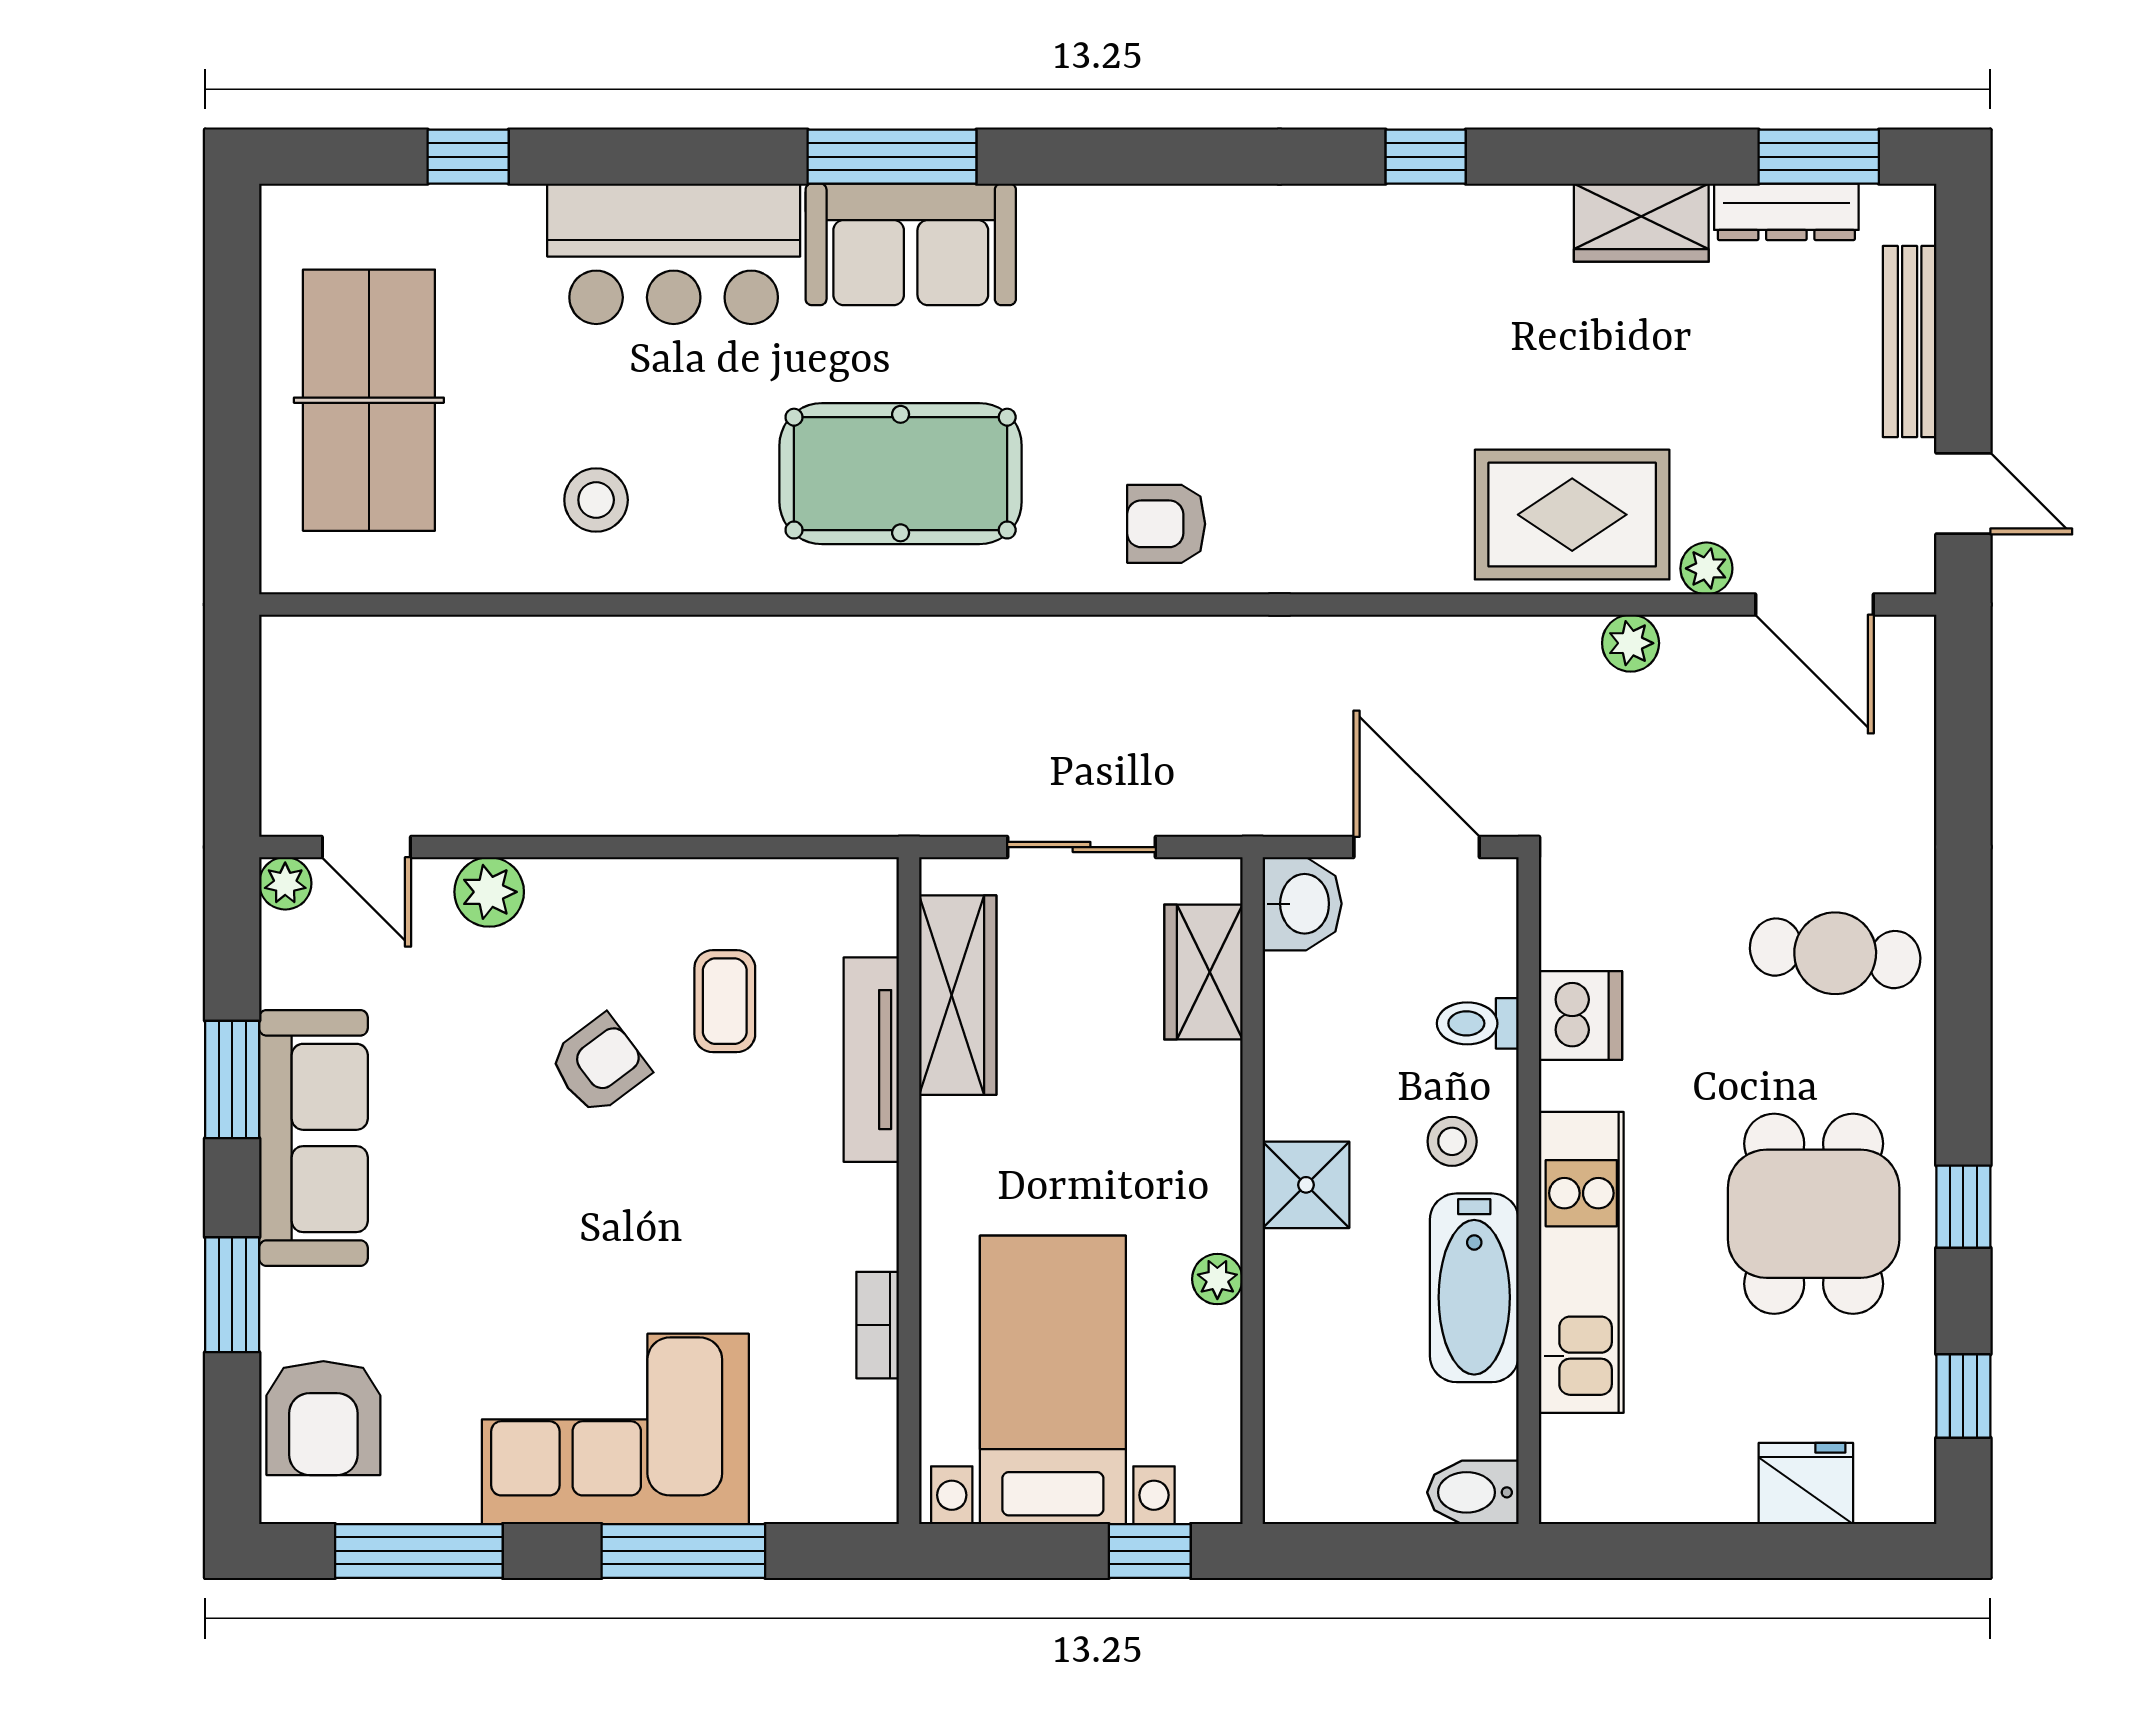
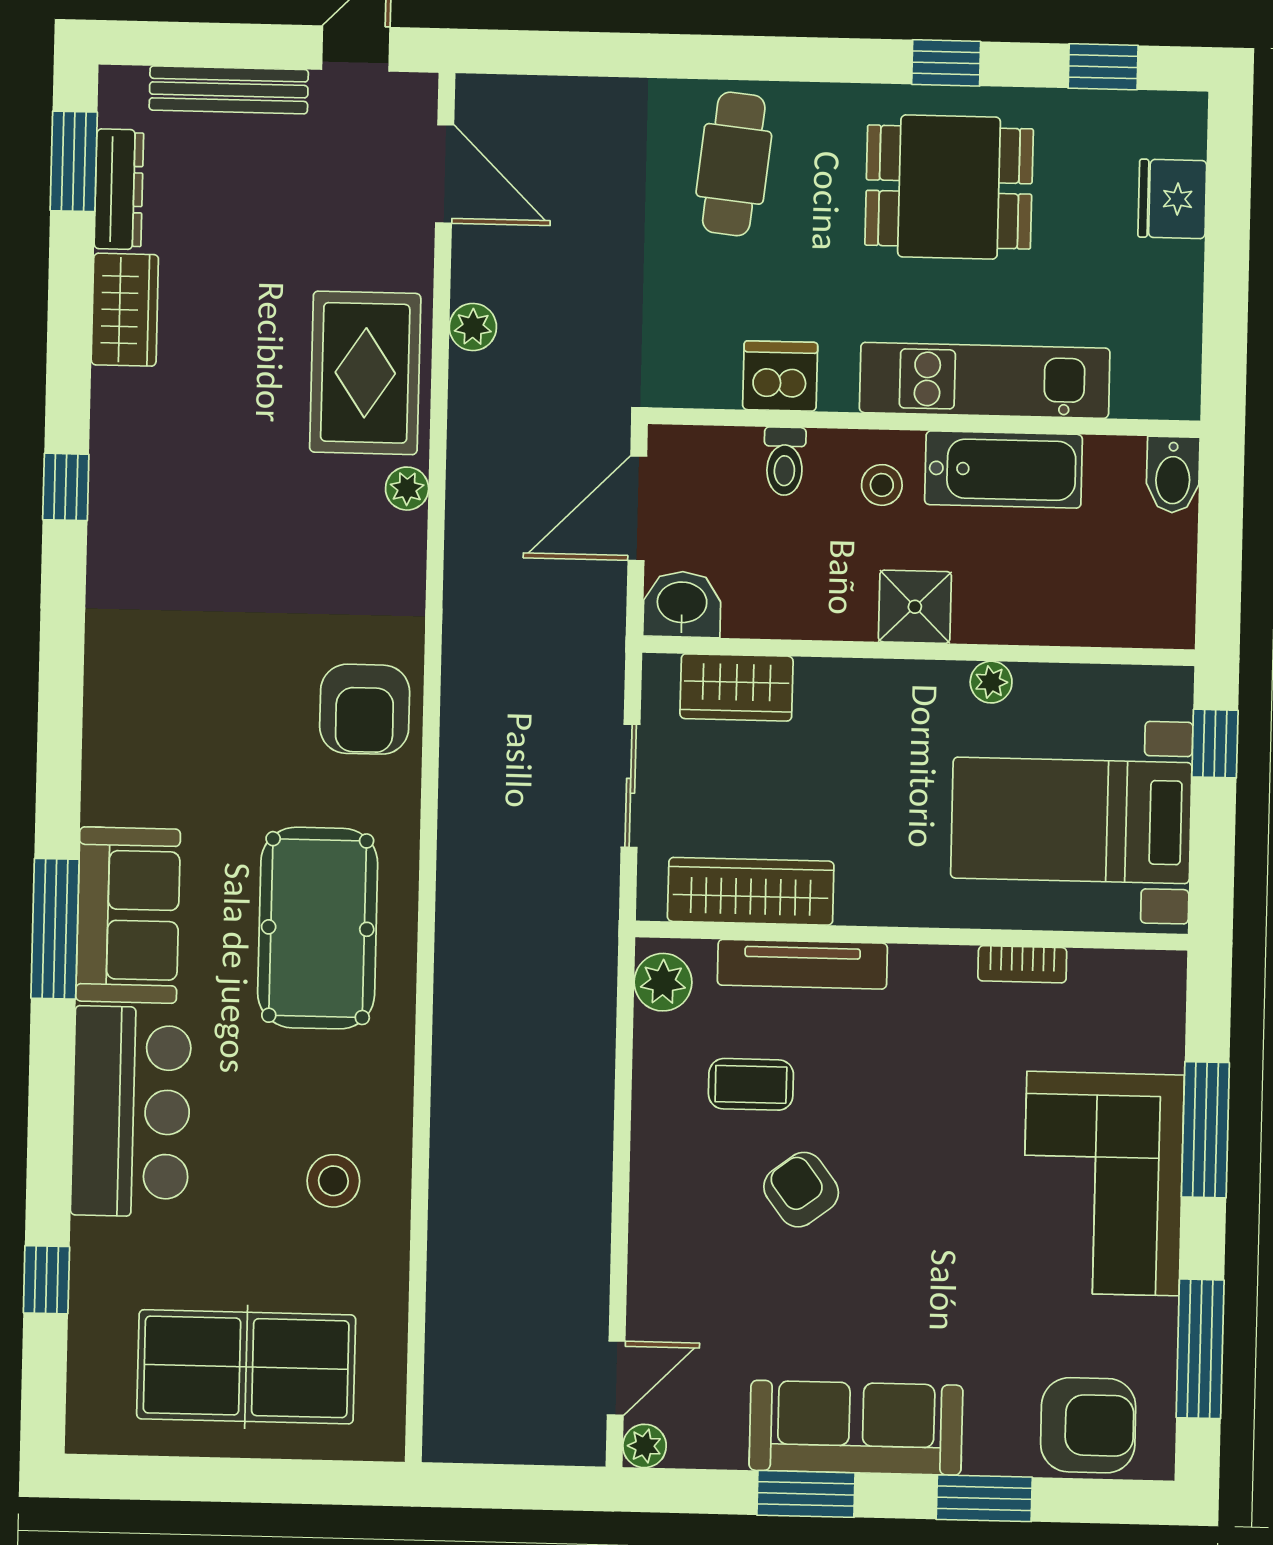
armchair: (1166, 524) -> (365, 709), width x1.38, depth x1.38
plant: (1706, 568) -> (407, 489), moved
door: (1814, 605) -> (445, 174), hinge flipped
plant: (489, 892) -> (663, 982), moved

